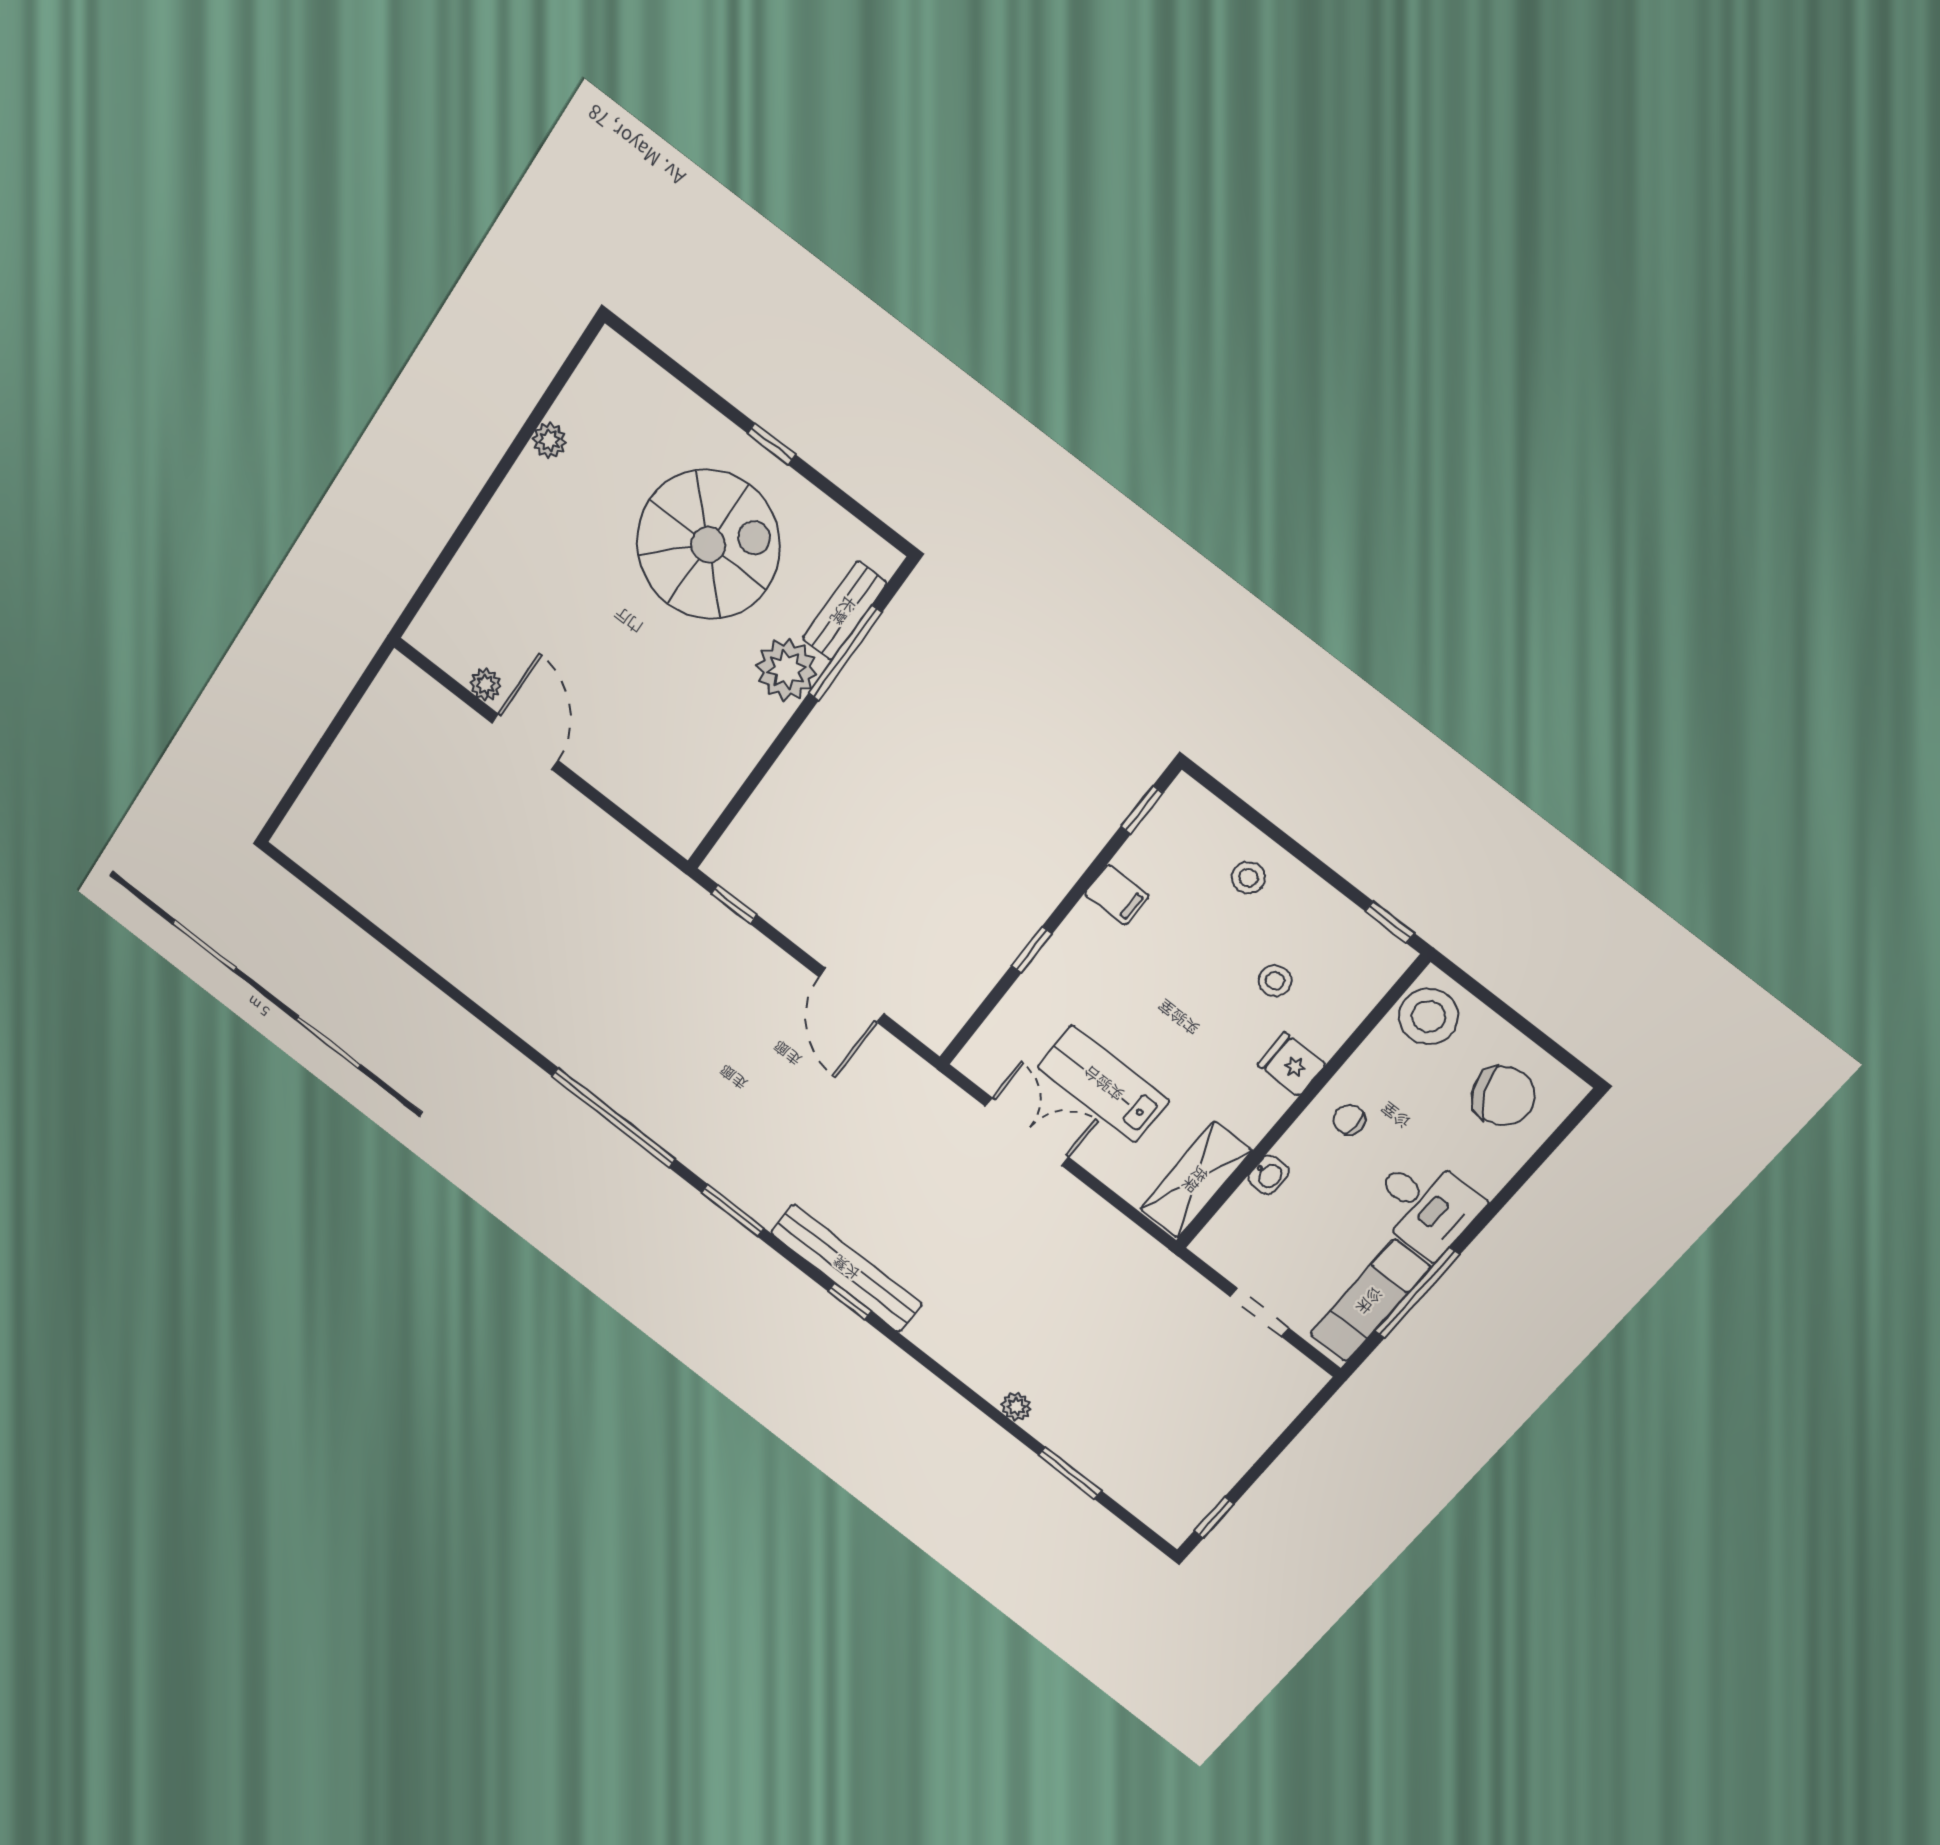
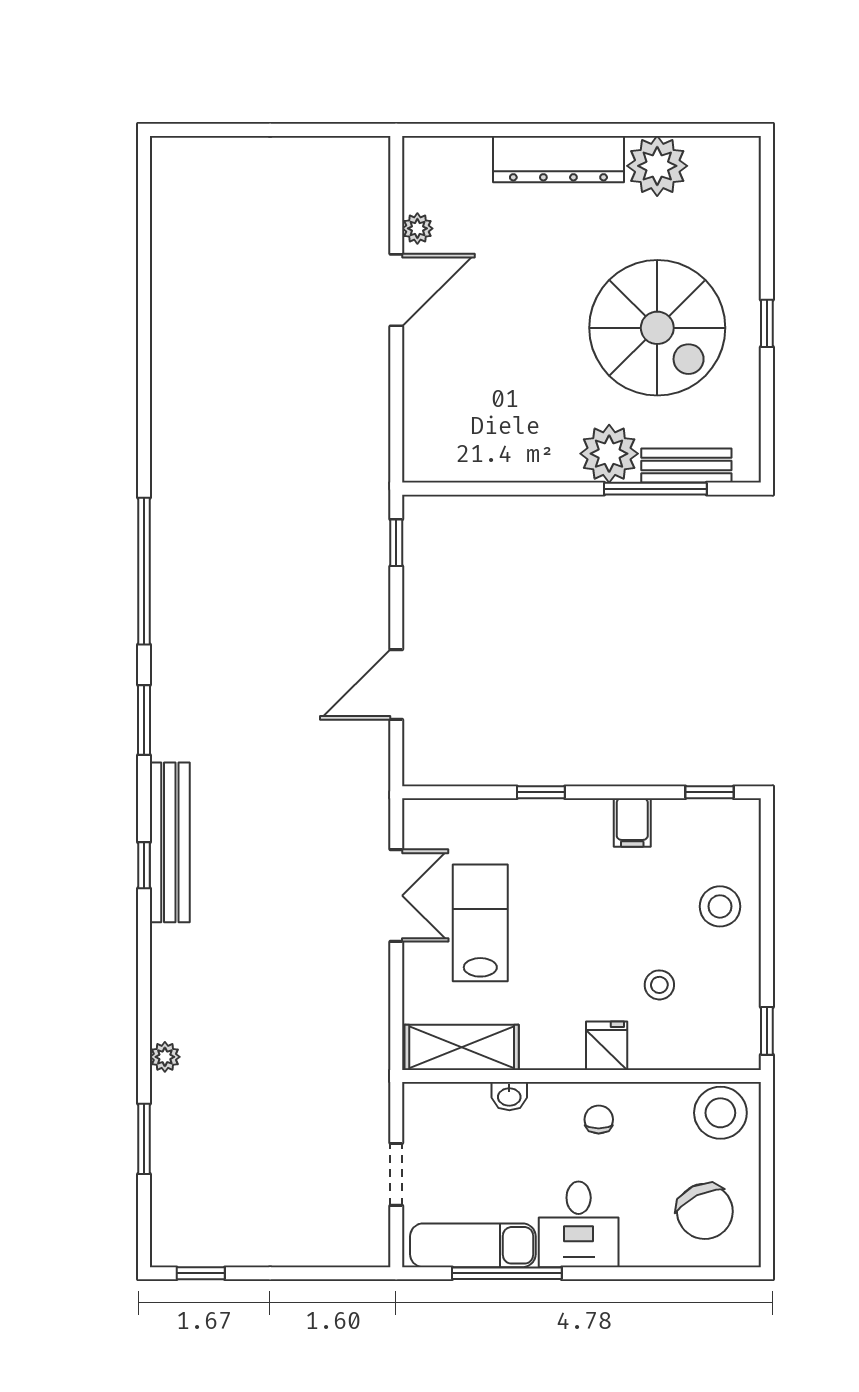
plant: (549, 440) -> (657, 166), width x1.87, depth x1.87
dresser: (507, 520) -> (558, 159), added
stool: (1248, 878) -> (720, 906), width x1.37, depth x1.37

